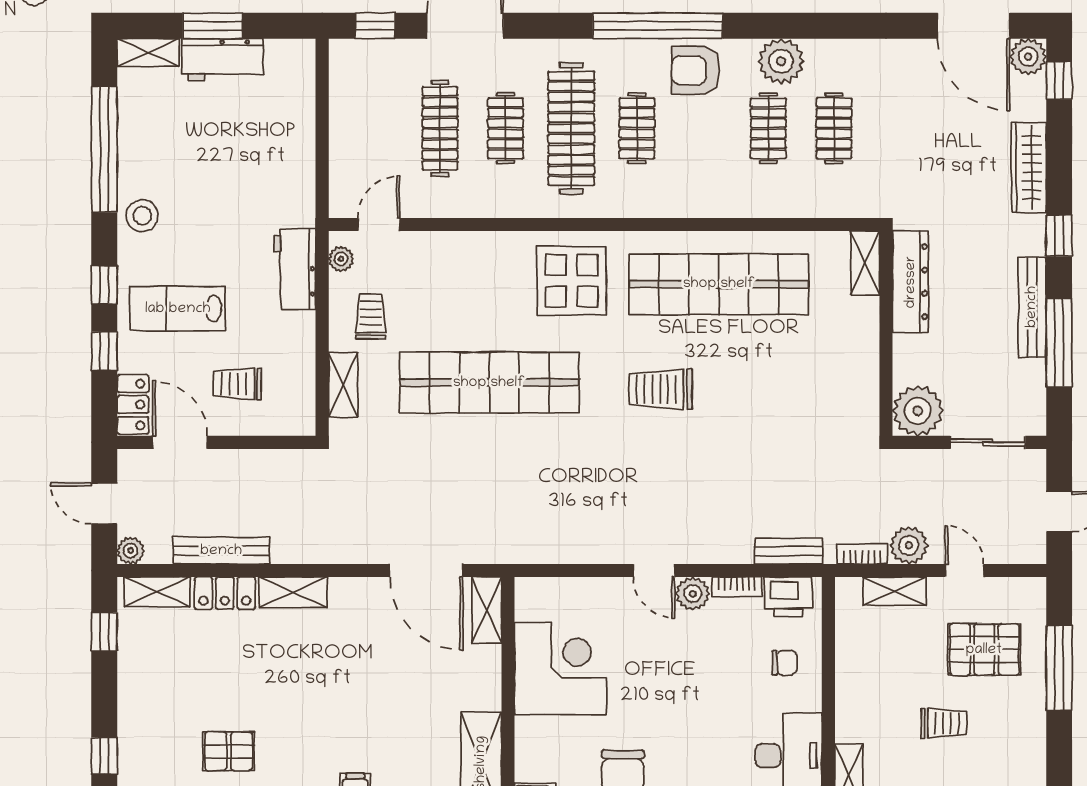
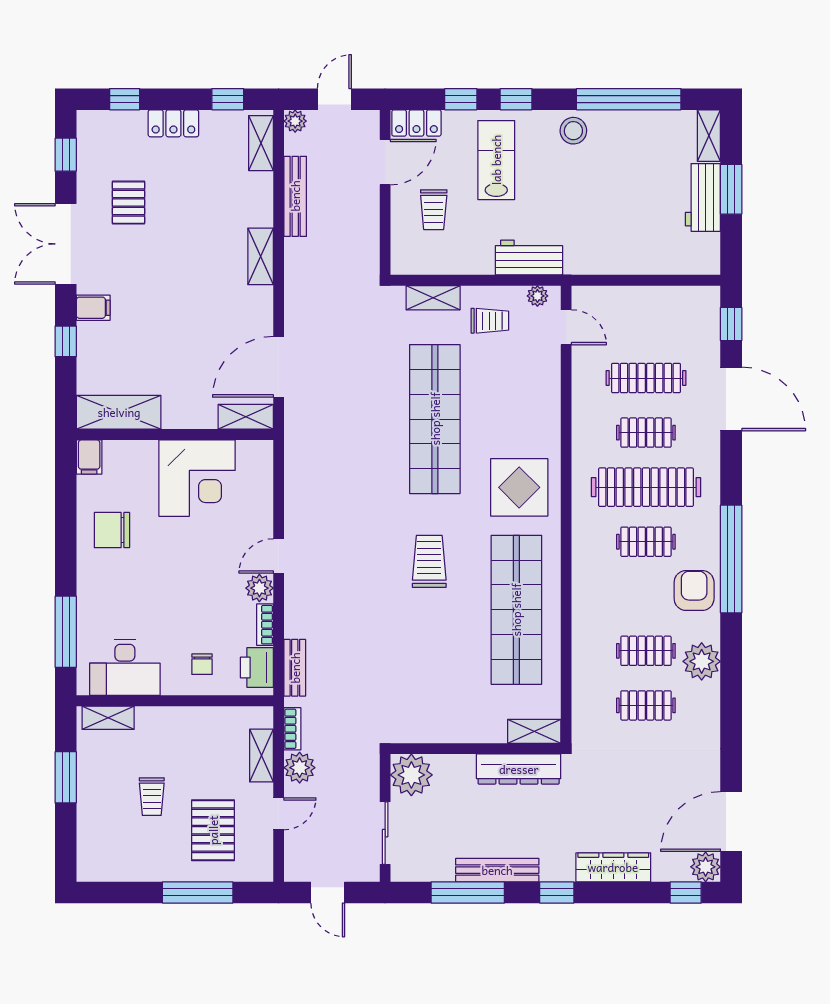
trolley: (237, 384) -> (434, 210), turned 180
locker: (225, 593) -> (173, 123), moved, turned -90

